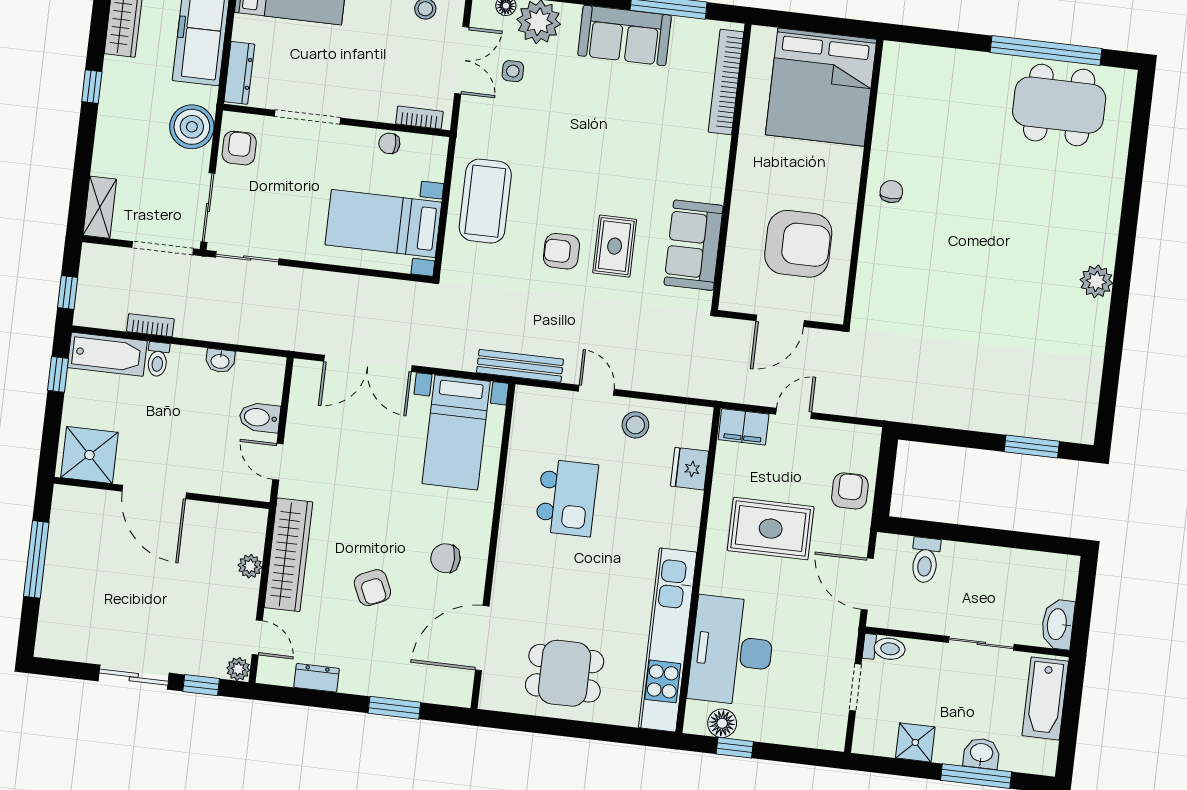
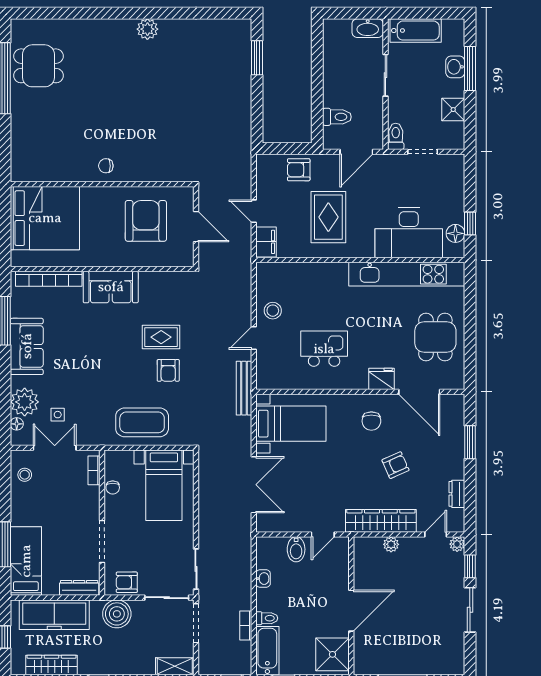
dining table: (1059, 105) -> (39, 66), width x0.73
sofa: (694, 245) -> (111, 287), moved
fridge: (690, 469) -> (382, 379), moved, turned 180

